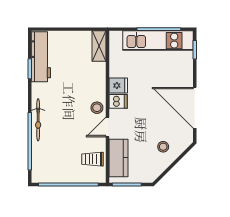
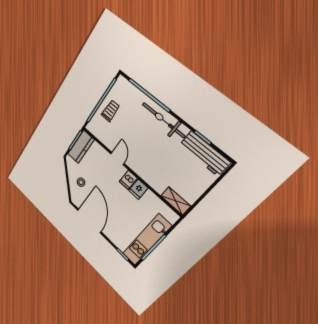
stool: (97, 108) -> (135, 163), removed
door: (195, 108) -> (89, 221), hinge flipped
bicycle: (38, 120) -> (163, 120), width x1.37, depth x1.40
kitchen counter: (119, 158) -> (81, 147), moved, turned -90
trolley: (93, 159) -> (110, 111), moved

